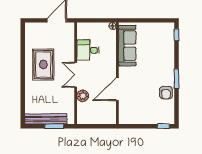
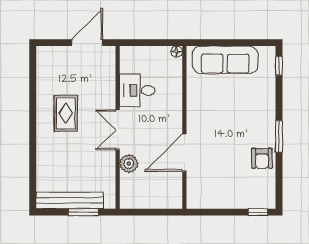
sofa: (127, 46) -> (225, 60), moved, turned 90
rug: (43, 65) -> (66, 113), width x0.73, depth x0.70

